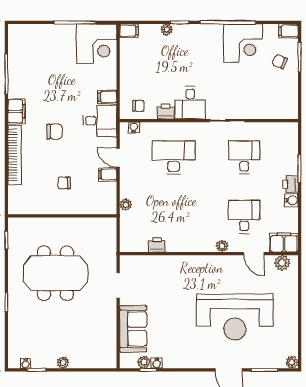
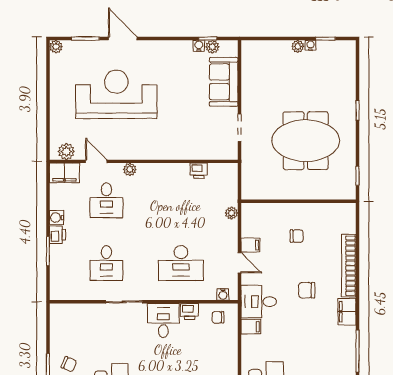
water cooler: (26, 364) -> (310, 45), moved

